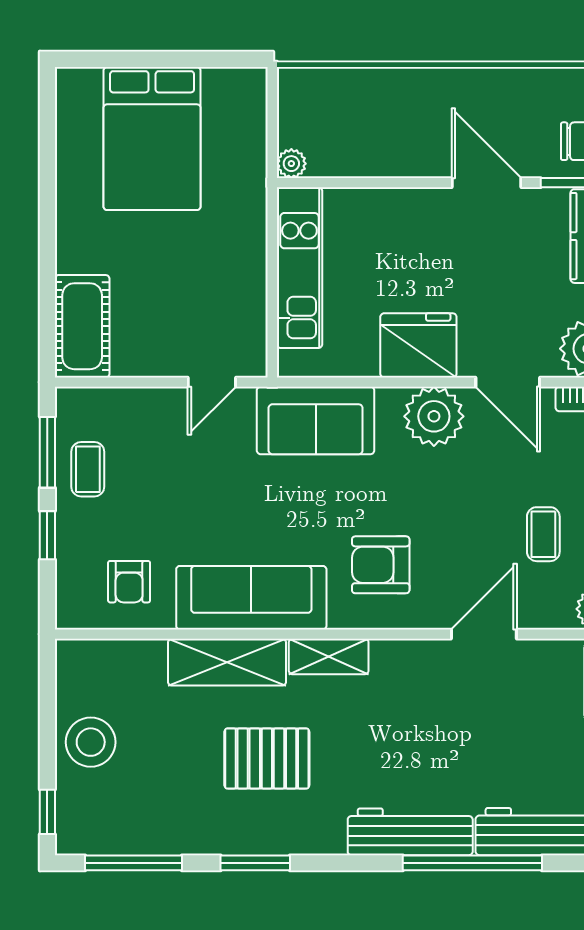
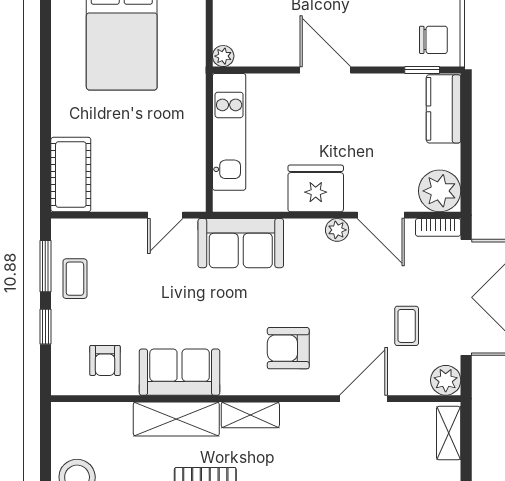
door: (487, 183) -> (325, 70), moved
plant: (434, 416) -> (337, 230), width x0.53, depth x0.53
sofa: (251, 598) -> (180, 372), width x0.73

